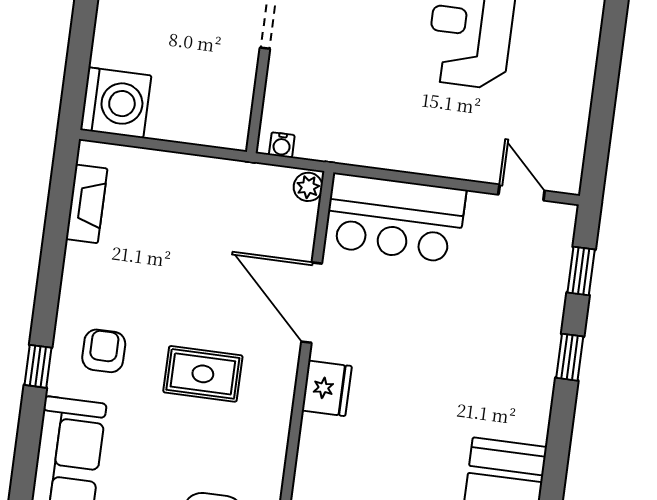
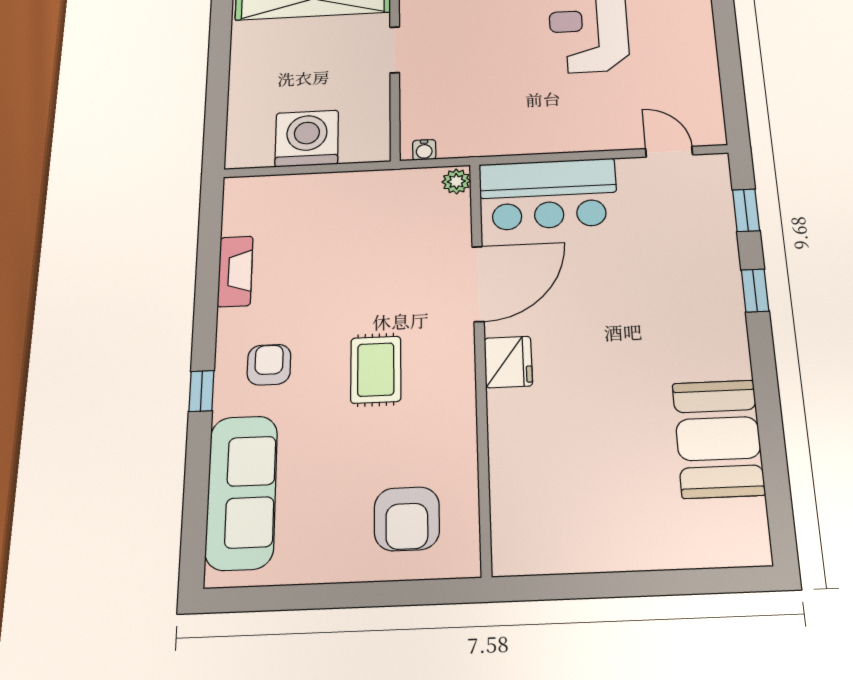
washing machine: (116, 103) -> (307, 138), moved, turned -90
fireplace: (87, 204) -> (235, 271), moved
door: (312, 303) -> (478, 284), swing flipped
rug: (203, 374) -> (376, 370), turned 90

